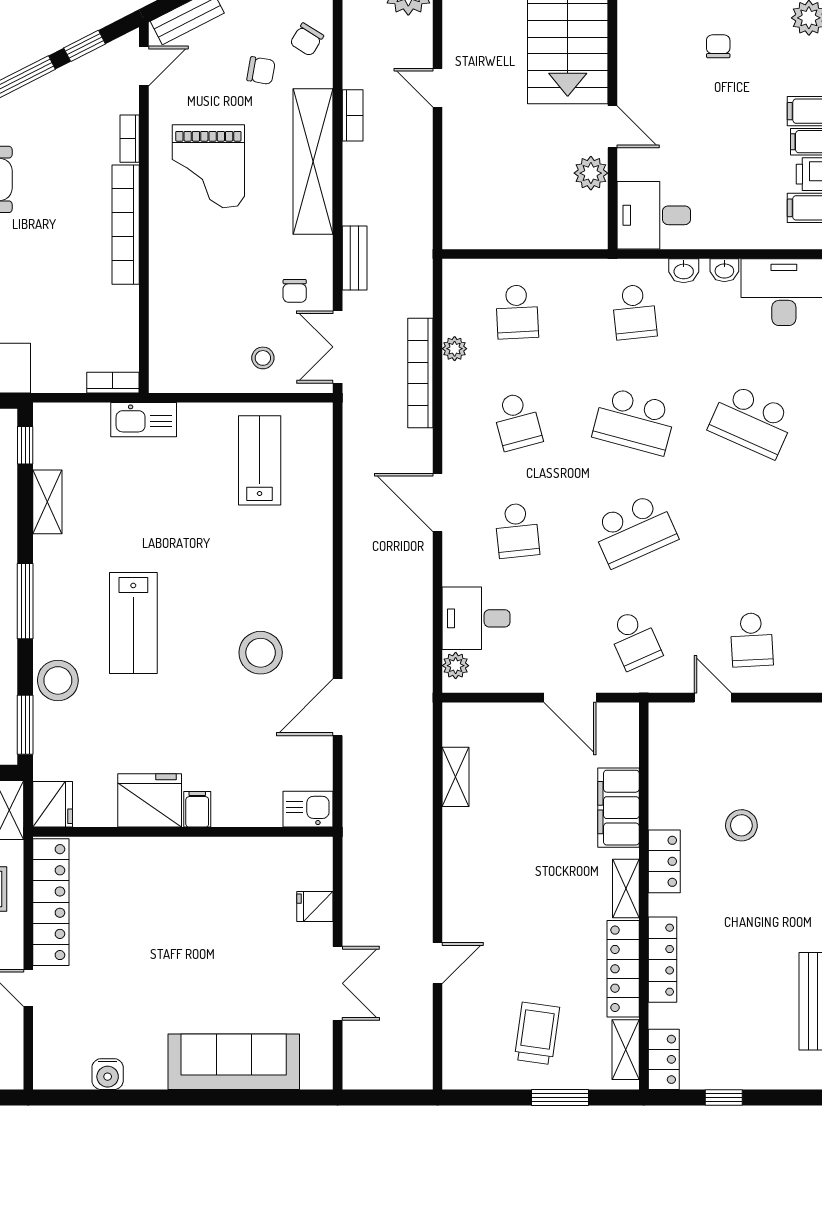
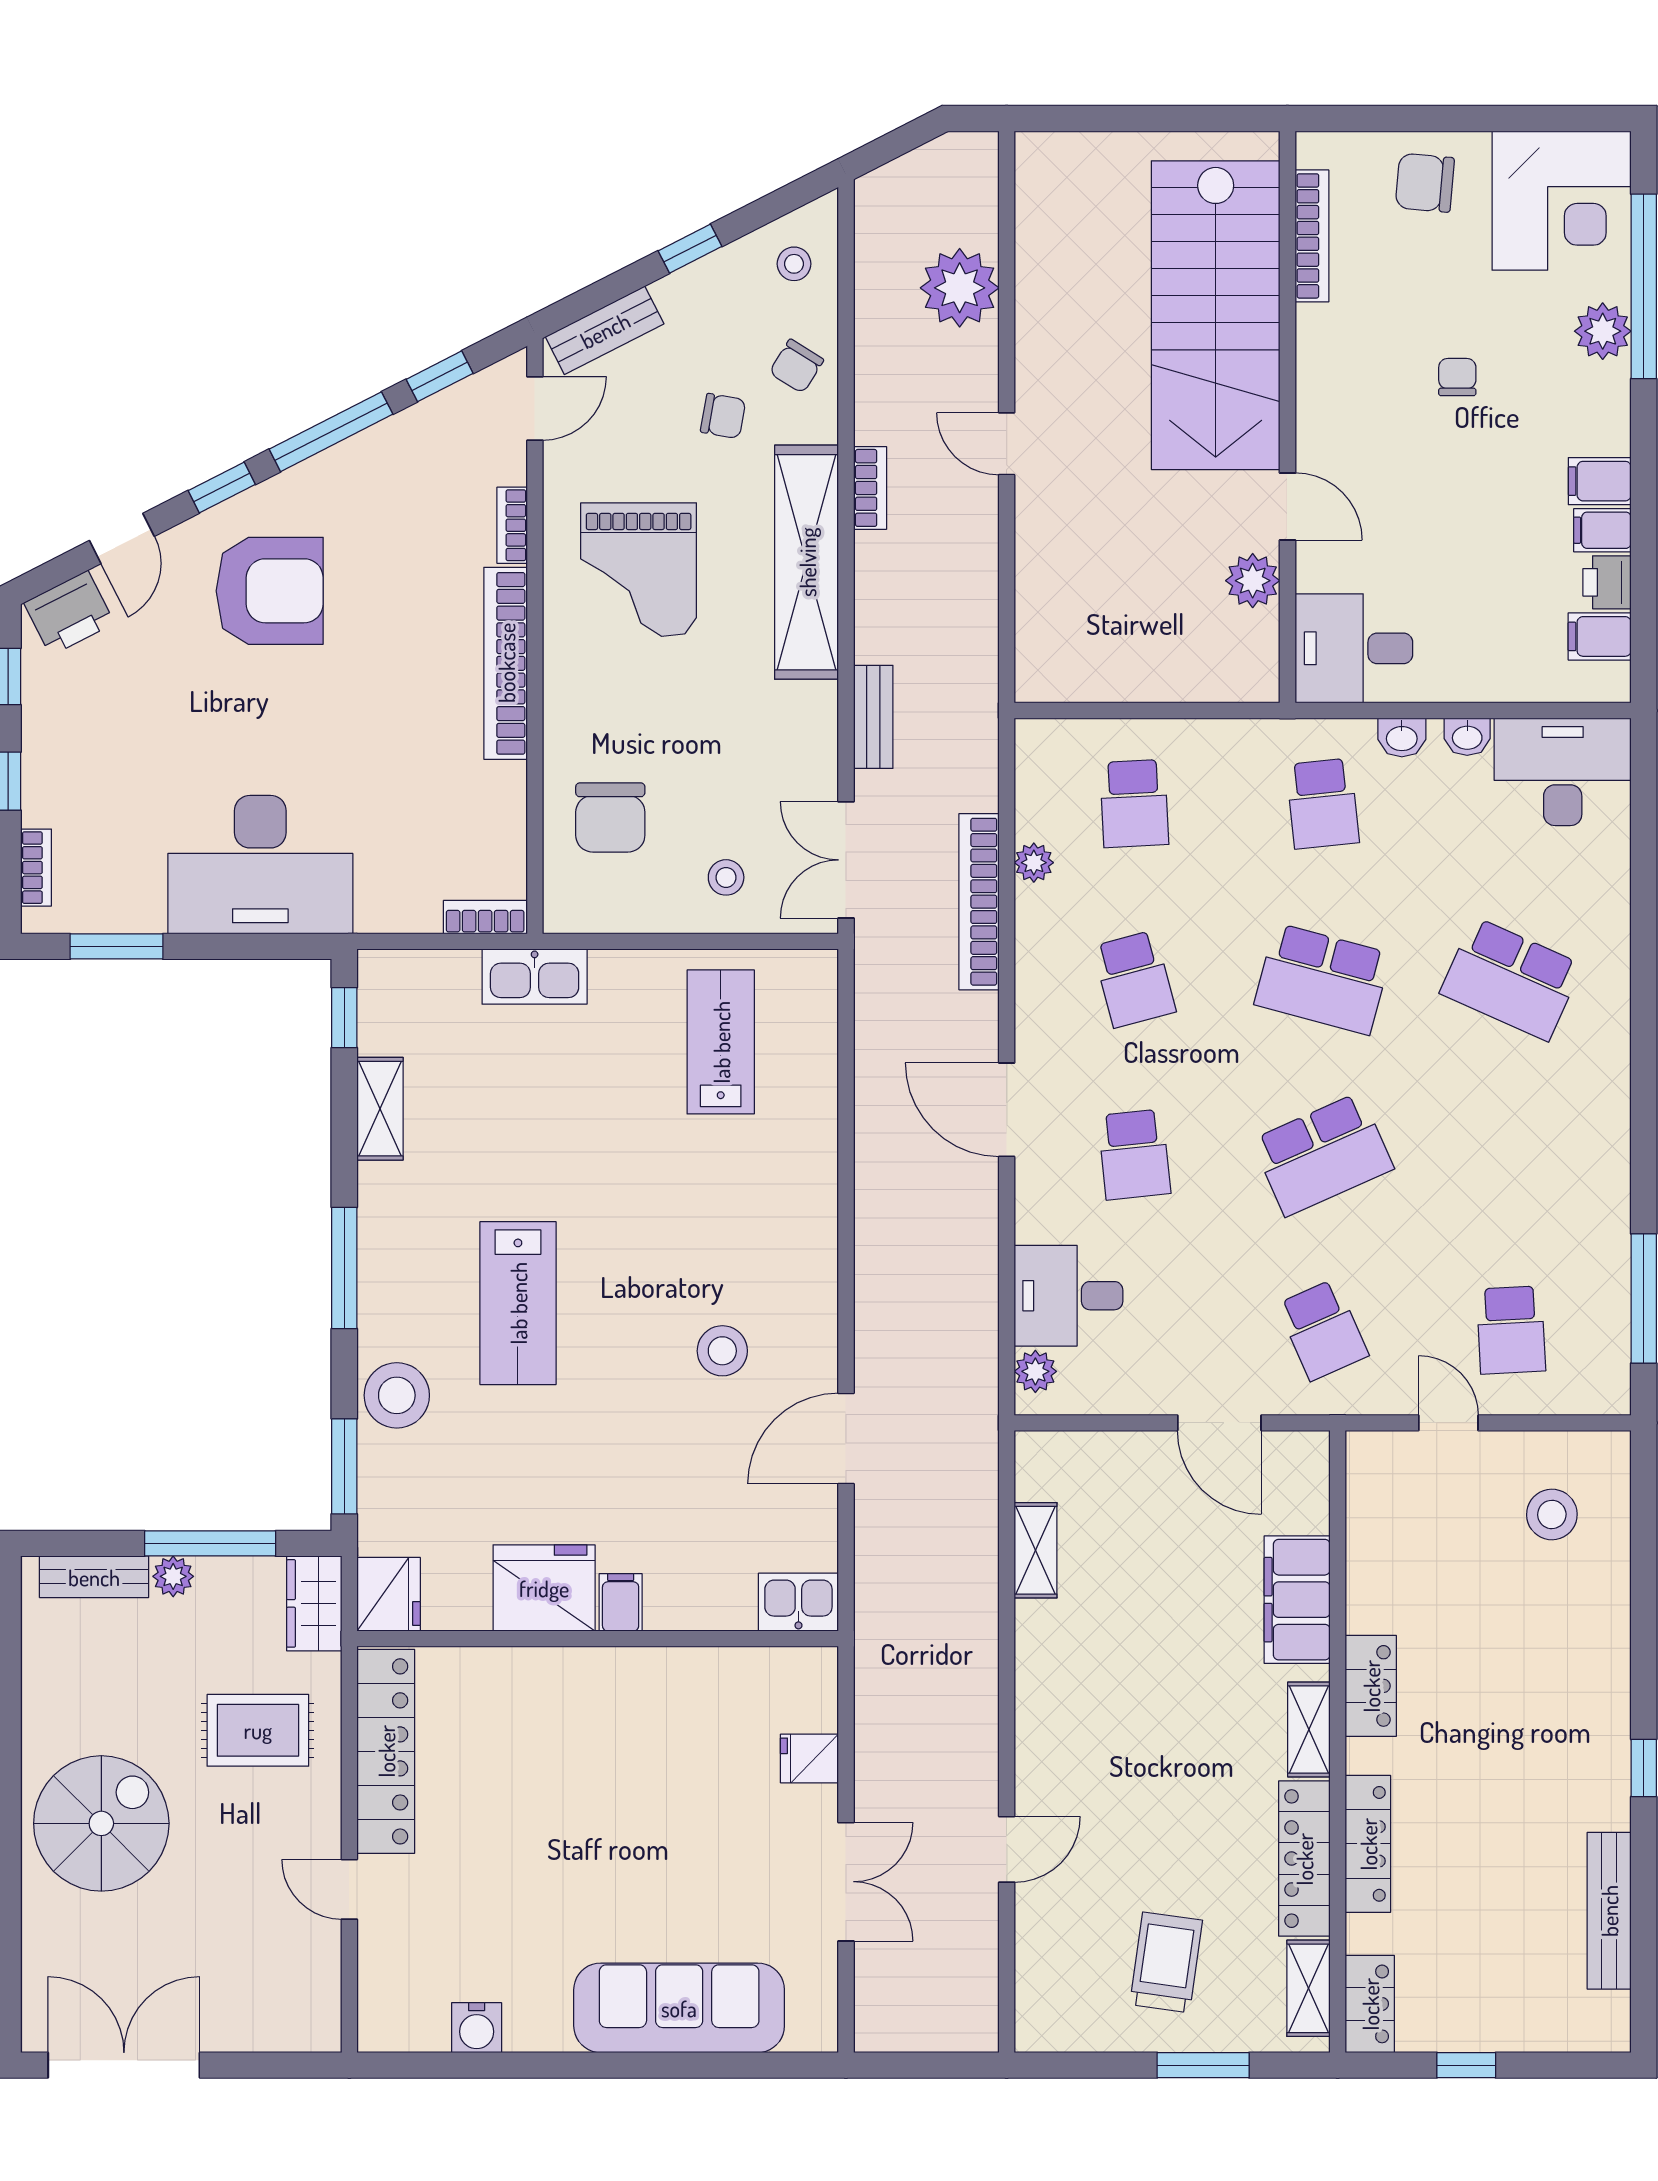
chair: (295, 291) -> (610, 817), moved, width x1.87, depth x1.87
stool: (261, 653) -> (722, 1351), width x0.73, depth x0.73
stool: (741, 825) -> (1552, 1514), moved

